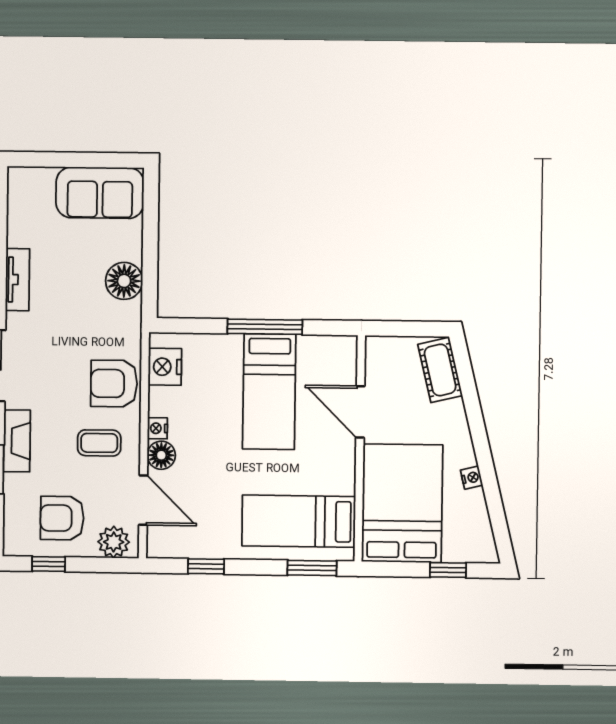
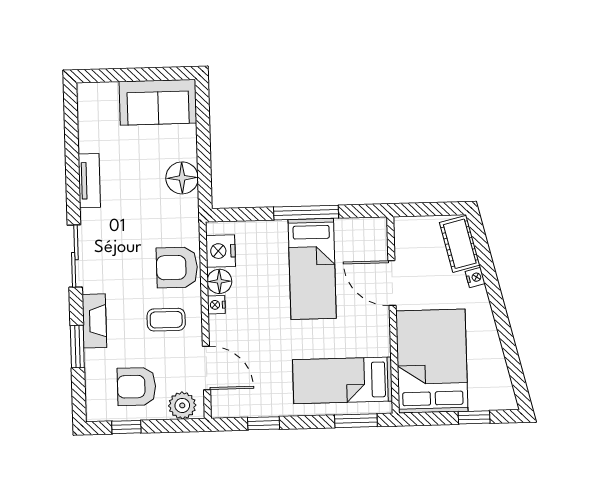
floor lamp: (161, 455) -> (219, 281), moved
nightstand: (472, 478) -> (475, 277), moved

